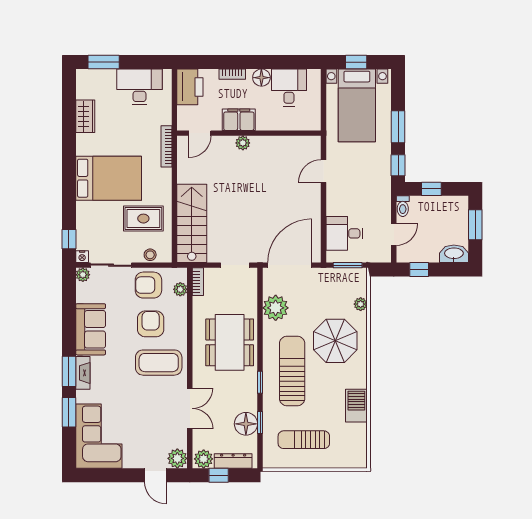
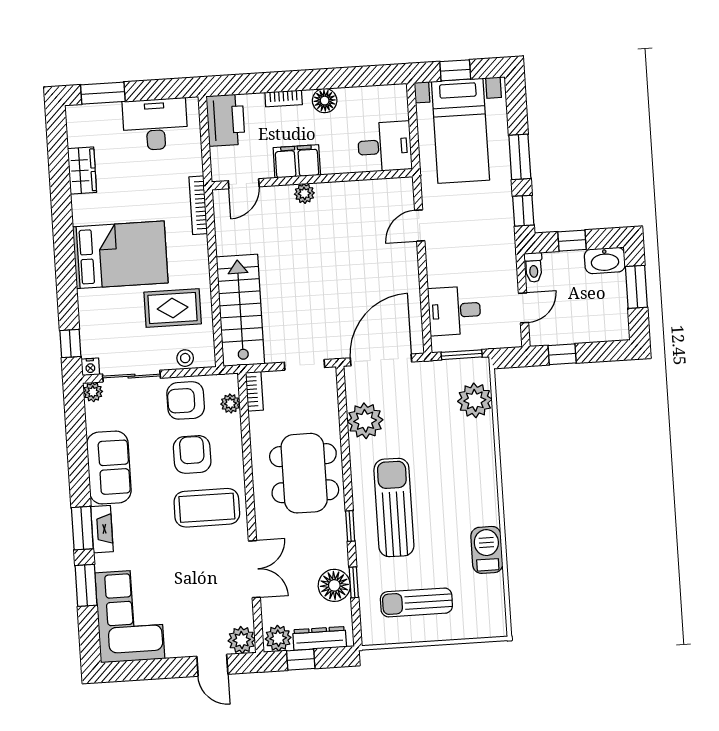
desk: (289, 88) -> (385, 147), moved, turned 90
washbasin: (454, 254) -> (605, 260), moved, turned 180
plant: (361, 304) -> (475, 400), width x1.87, depth x1.87
parasol: (335, 341) -> (451, 461), removed

